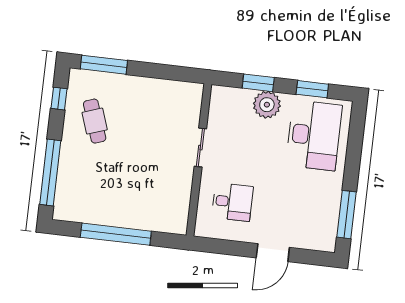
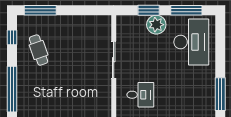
window: (312, 89) -> (186, 10), width x1.44
sliding door: (200, 148) -> (114, 60), width x1.37

